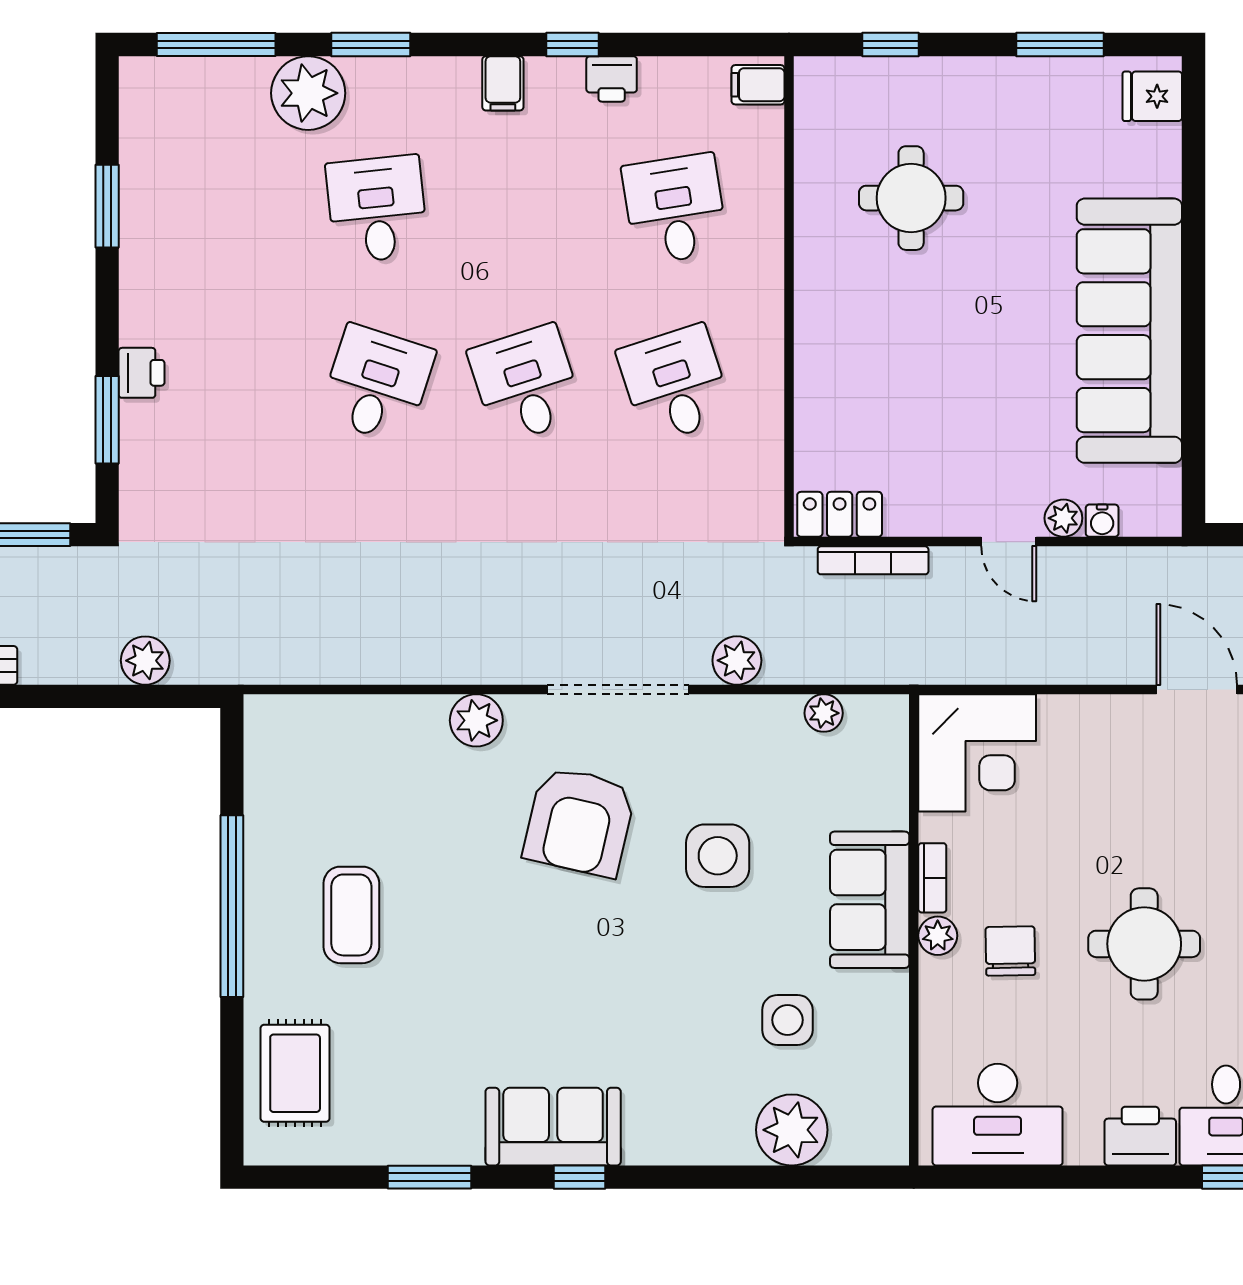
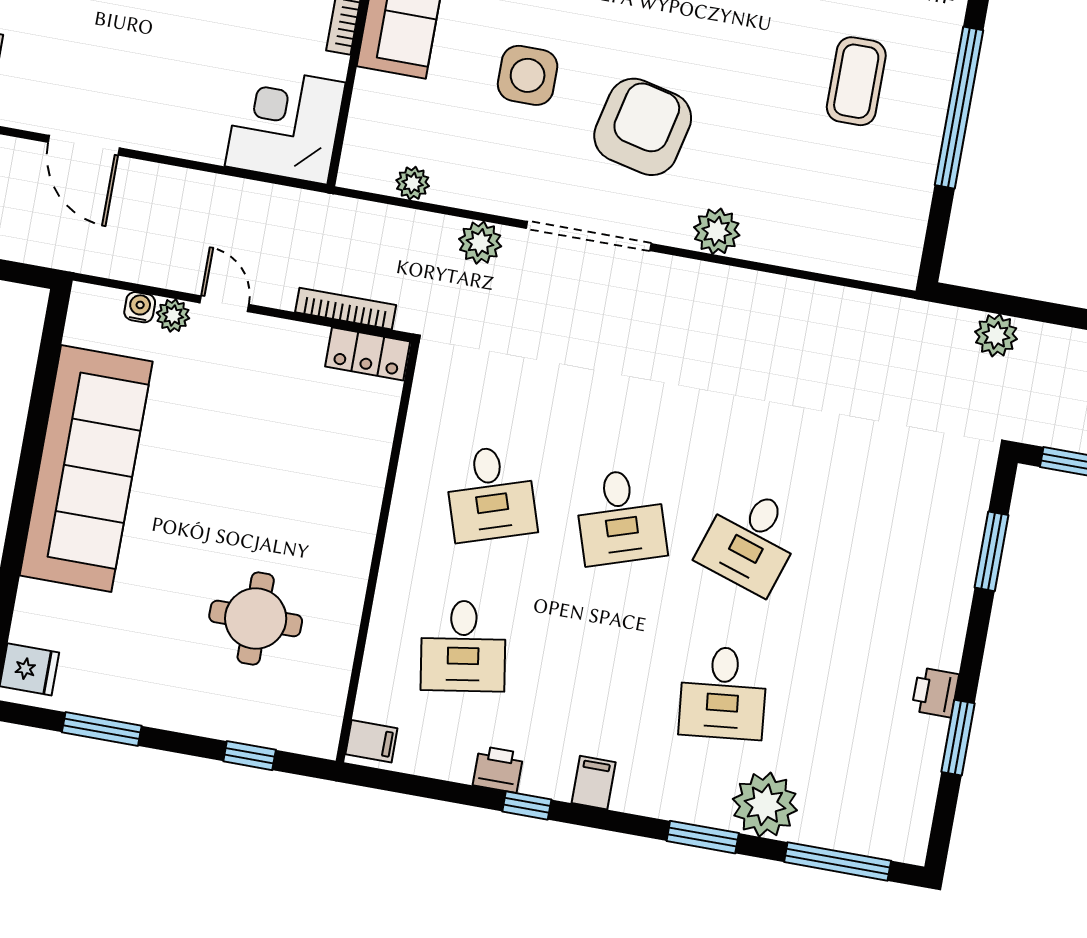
printer: (141, 373) -> (935, 692), moved

